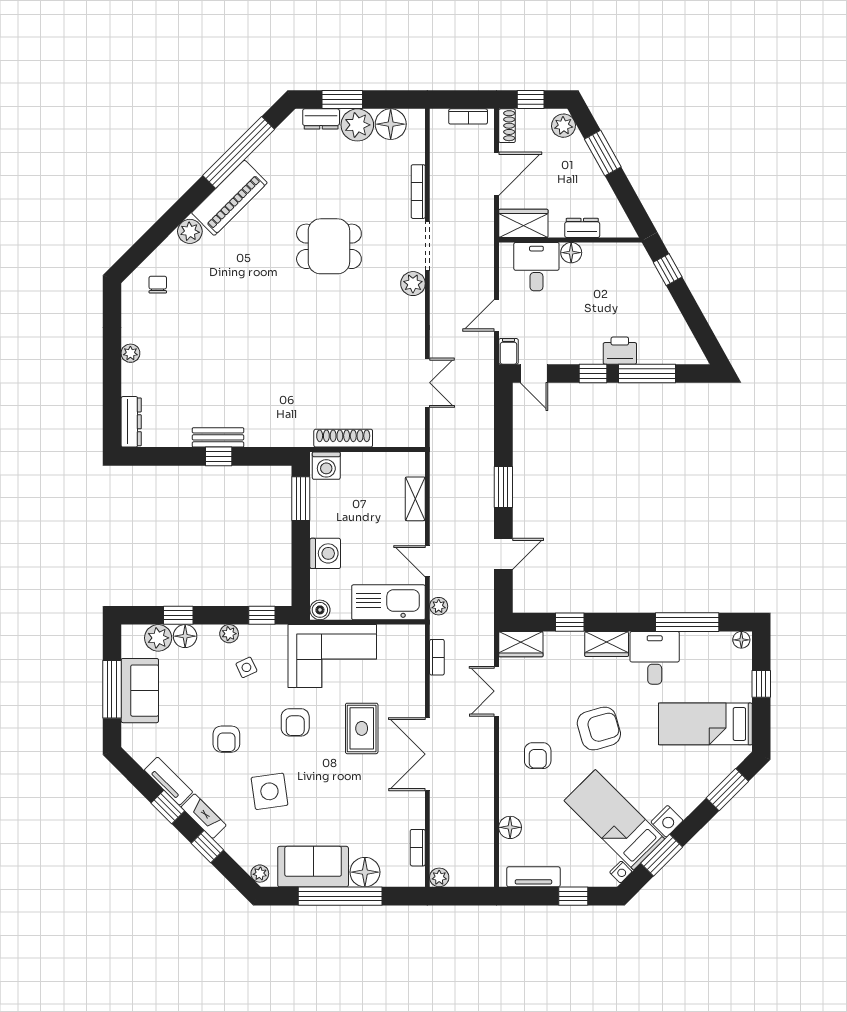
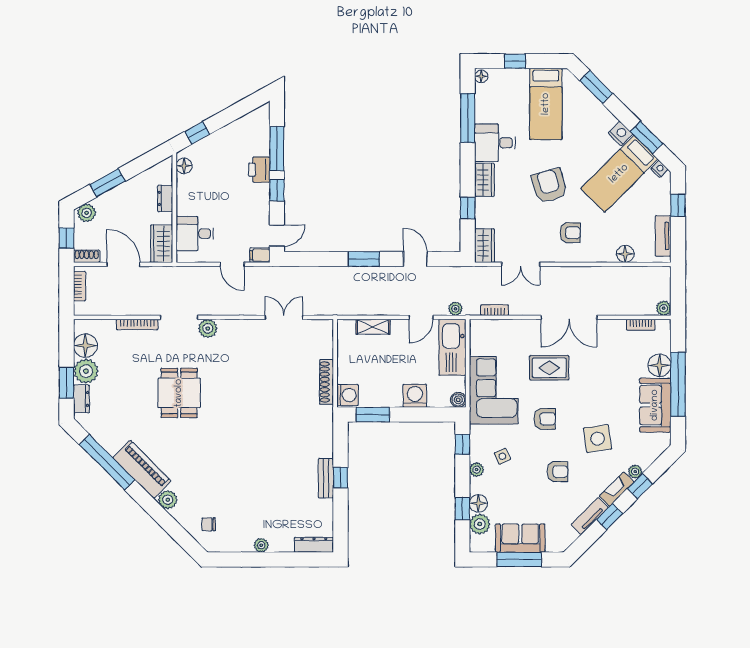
floor lamp: (571, 253) -> (184, 166), moved
plant: (260, 874) -> (635, 472), moved

